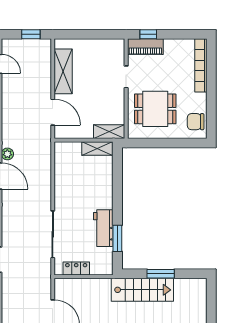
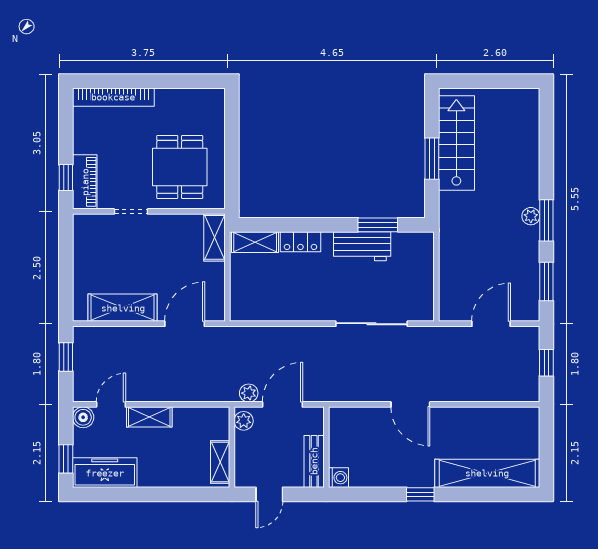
chair: (196, 122) -> (199, 105), removed
shelving: (97, 148) -> (255, 242), moved, turned 90
locker: (76, 268) -> (300, 242), moved, turned -90
stairs: (142, 290) -> (456, 143), moved

